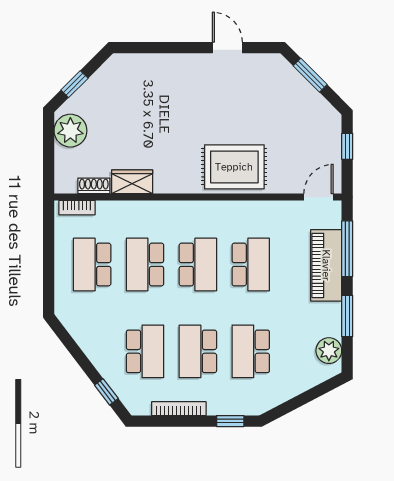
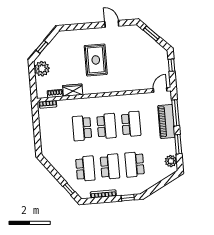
rug: (234, 167) -> (96, 60), moved, turned 90
school desk: (92, 265) -> (57, 130), removed
school desk: (198, 351) -> (110, 167), turned 180

